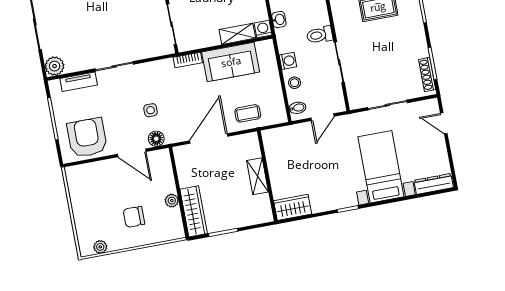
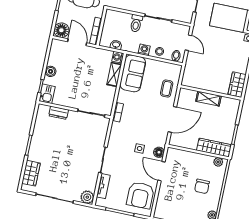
sofa: (231, 62) -> (133, 73), moved
armchair: (87, 138) -> (140, 195), turned -90
door: (209, 138) -> (172, 119), swing flipped
door: (132, 153) -> (161, 171), swing flipped
plant: (172, 201) -> (218, 162), moved

